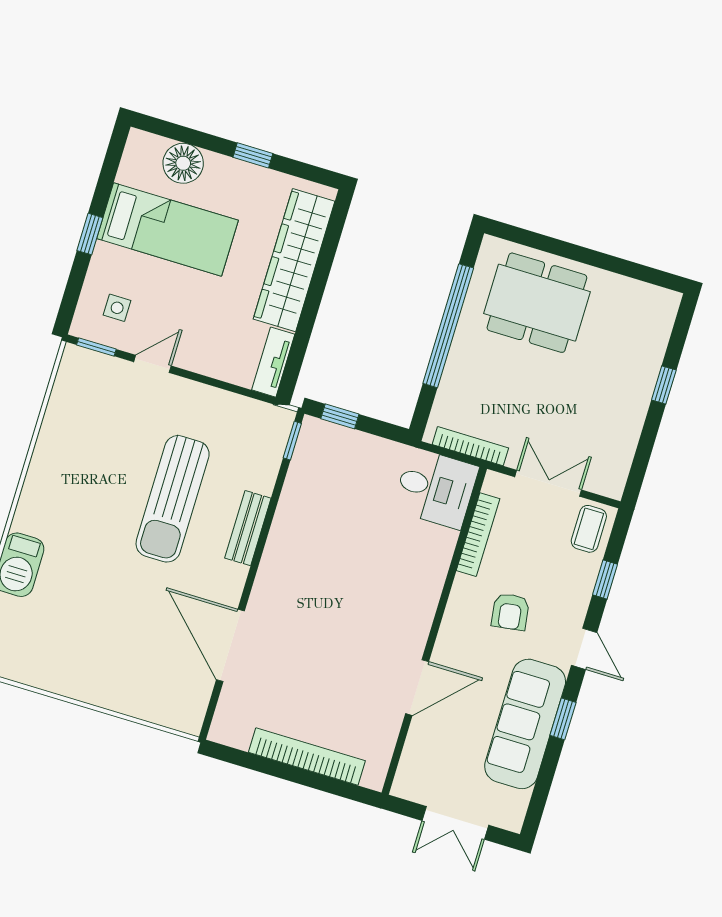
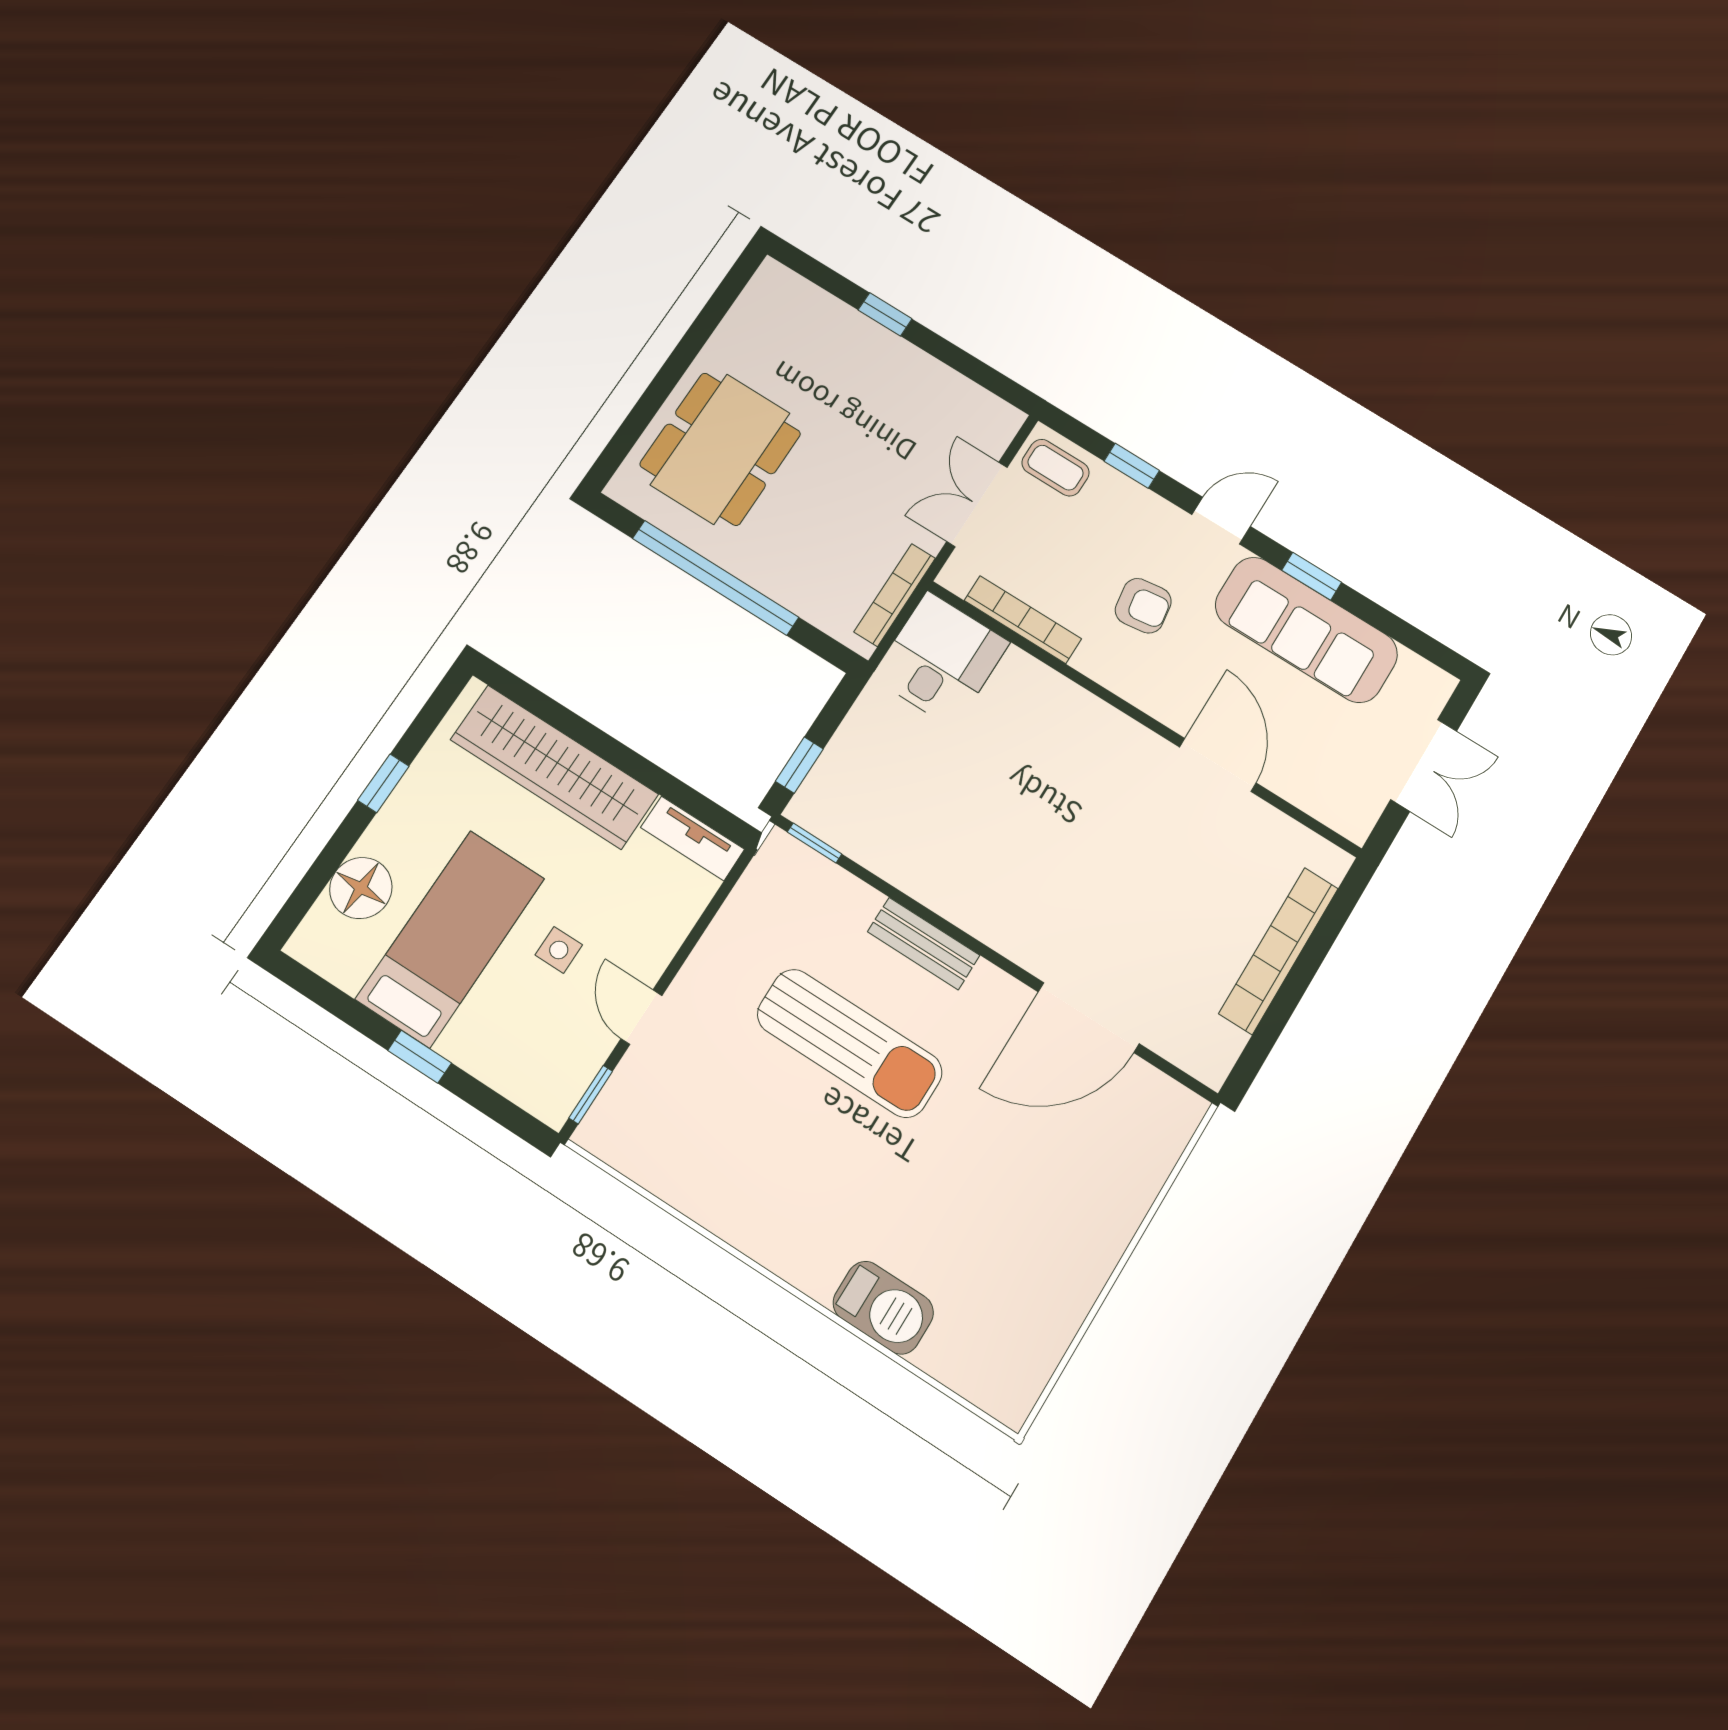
side table: (117, 308) -> (559, 950), moved

